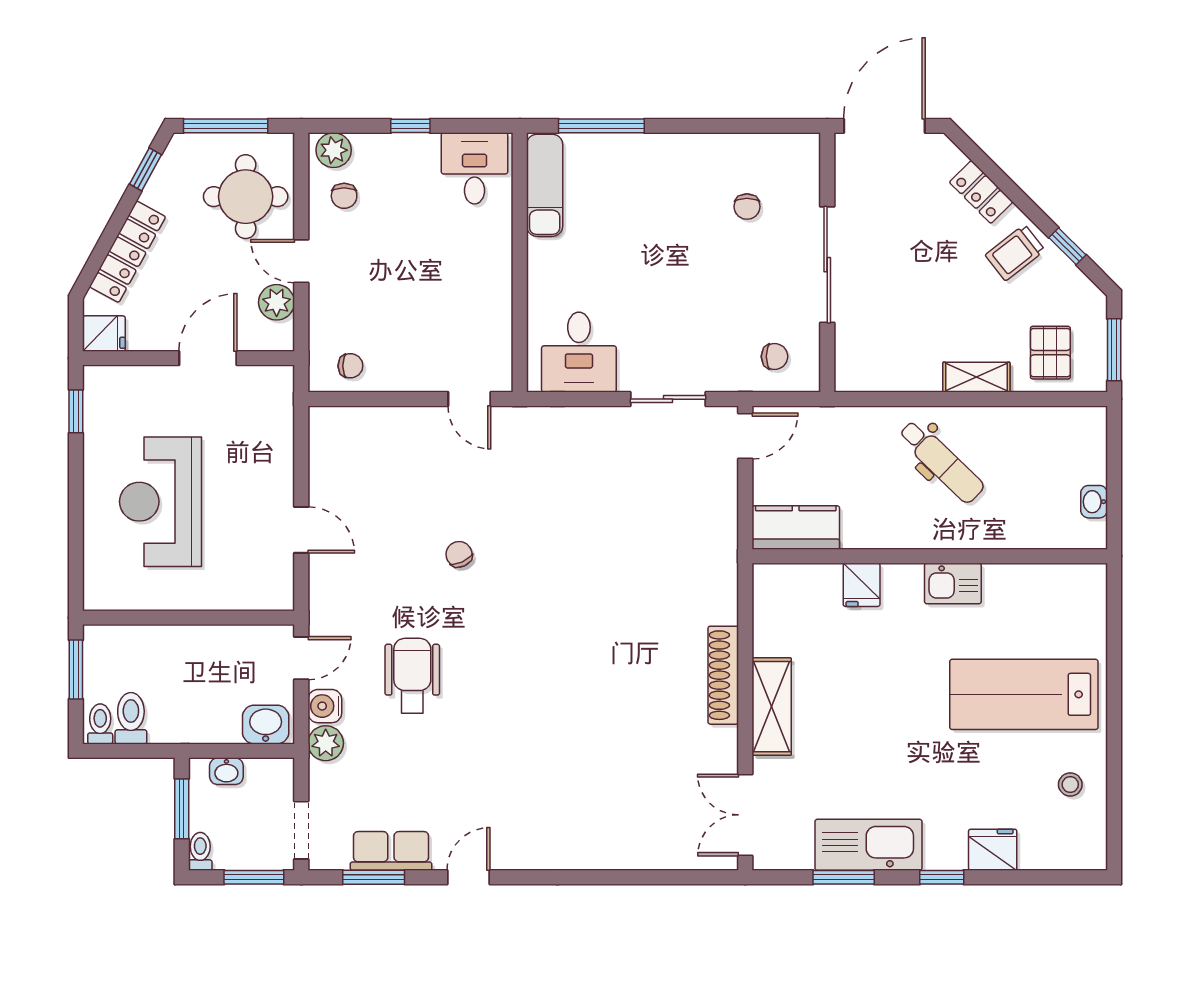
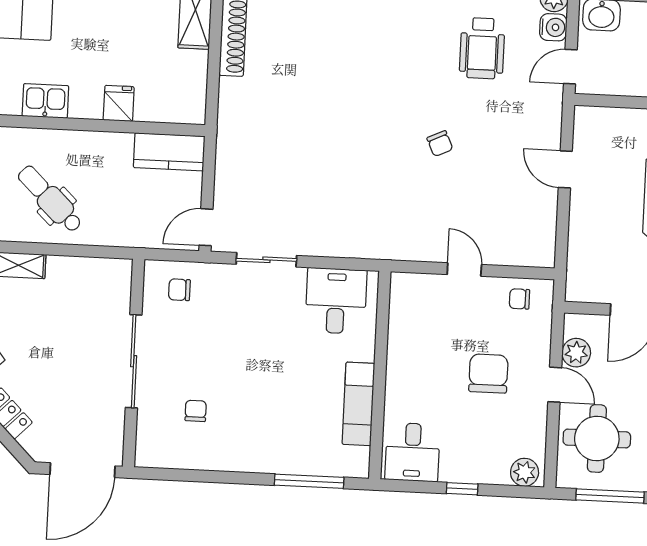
exam couch: (545, 185) -> (358, 404), moved
chair: (344, 196) -> (488, 373), moved, width x1.87, depth x1.87
door: (469, 399) -> (464, 269), moved

